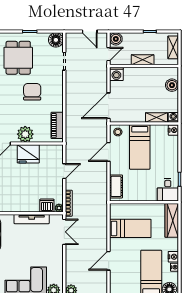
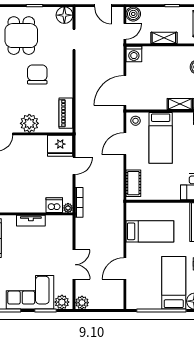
fridge: (28, 154) -> (60, 146), moved
tv unit: (32, 219) -> (31, 221), width x0.71
double door: (64, 232) -> (74, 265), moved

